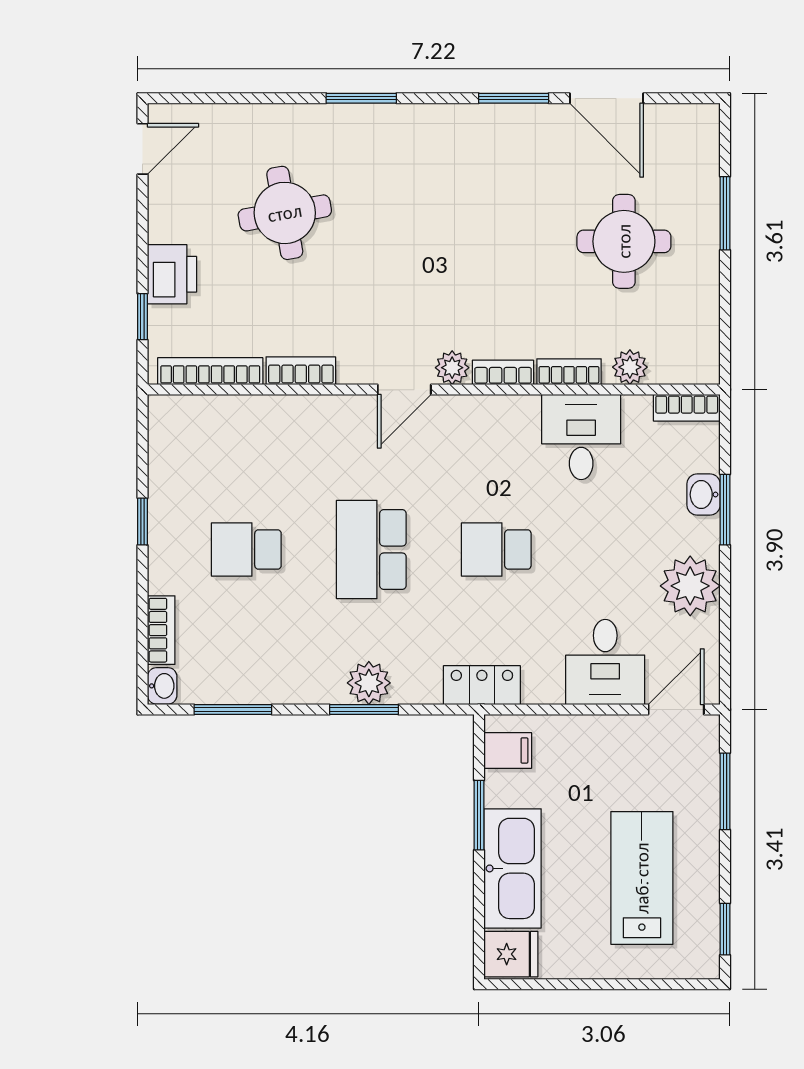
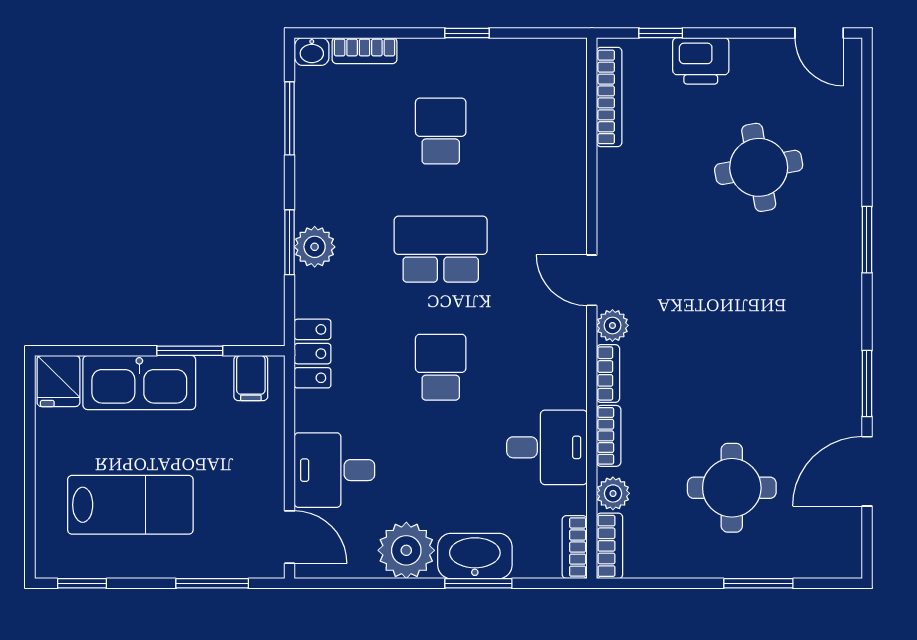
bookcase: (301, 371) -> (610, 546), moved
washbasin: (704, 495) -> (475, 556), width x1.91, depth x1.45

